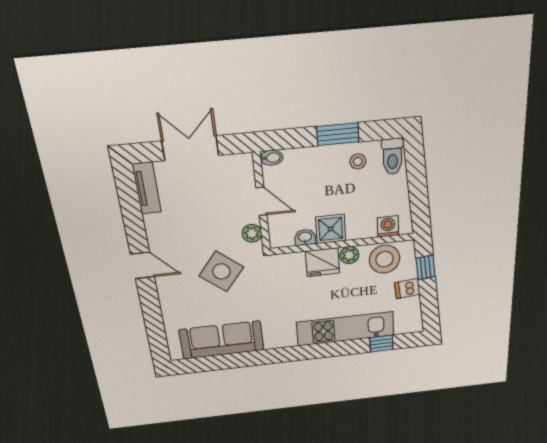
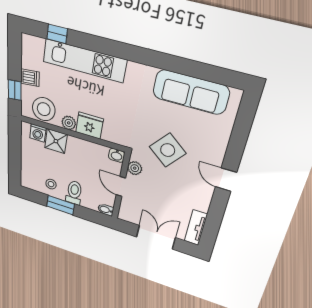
double door: (190, 148) -> (156, 237), swing flipped
toilet: (392, 157) -> (74, 193), moved
shower: (331, 229) -> (56, 141), moved
washbasin: (305, 237) -> (117, 155), moved

